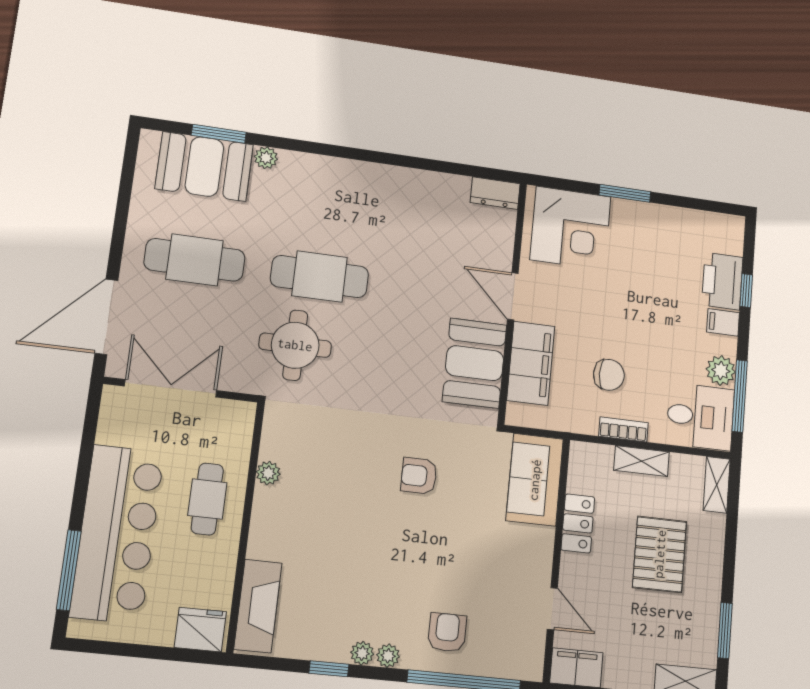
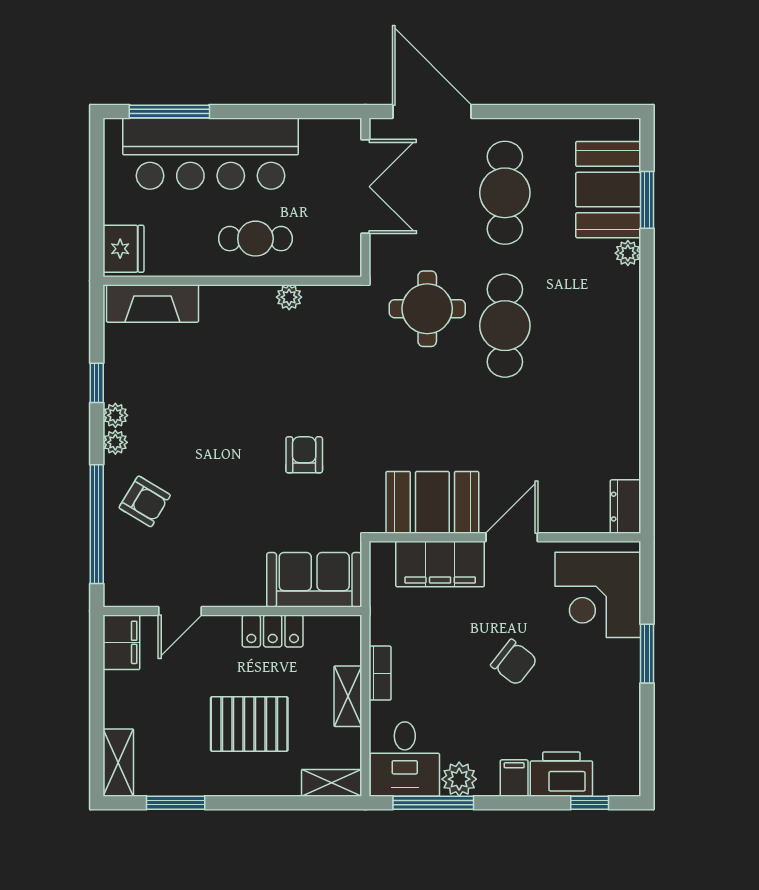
window: (746, 291) -> (590, 803), moved
chair: (609, 375) -> (514, 662), moved, turned -52
armchair: (447, 632) -> (145, 501), turned 31

